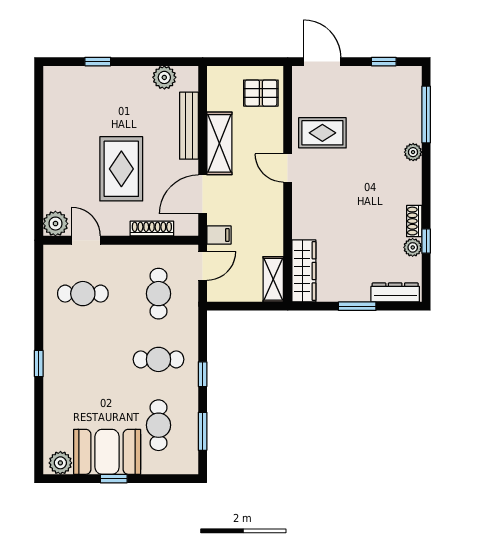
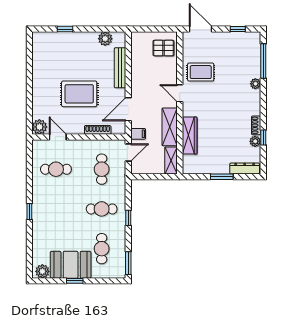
shelving: (219, 143) -> (170, 127), moved
rug: (121, 169) -> (79, 94), turned 90
wardrobe: (304, 271) -> (190, 136), moved
window: (203, 431) -> (128, 263), moved

